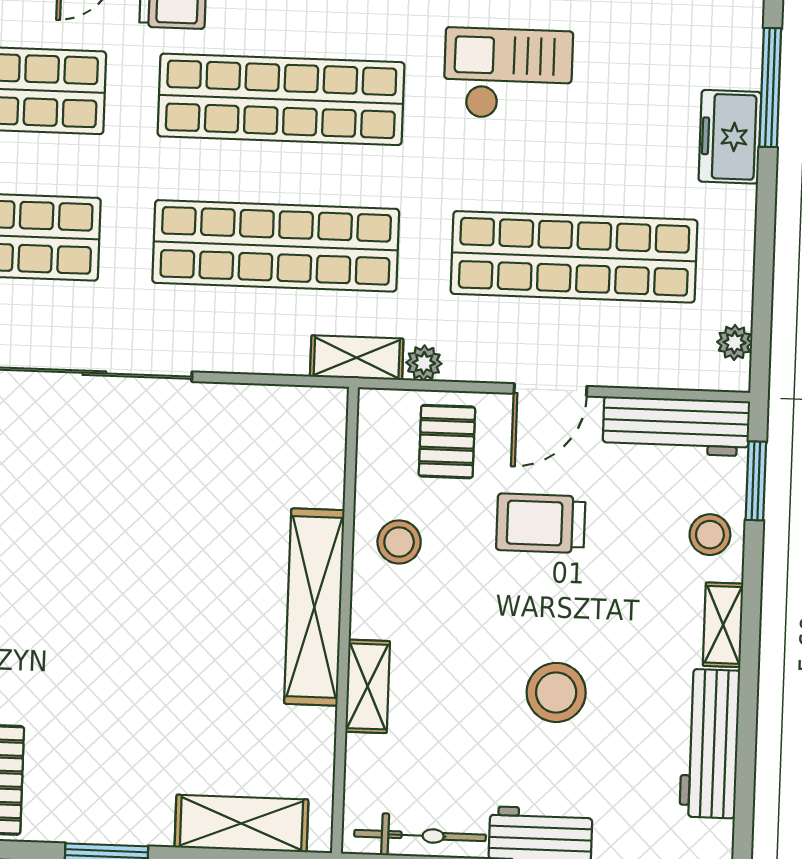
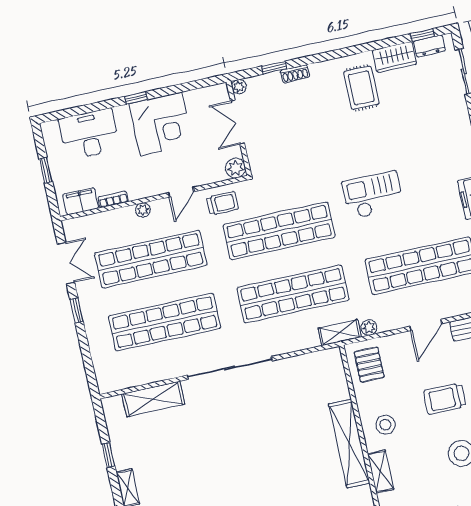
pallet: (447, 442) -> (369, 365), moved
trolley: (541, 523) -> (445, 399), moved
stool: (399, 542) -> (385, 425), moved

